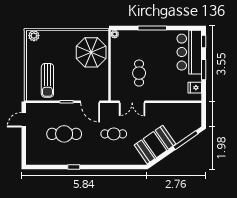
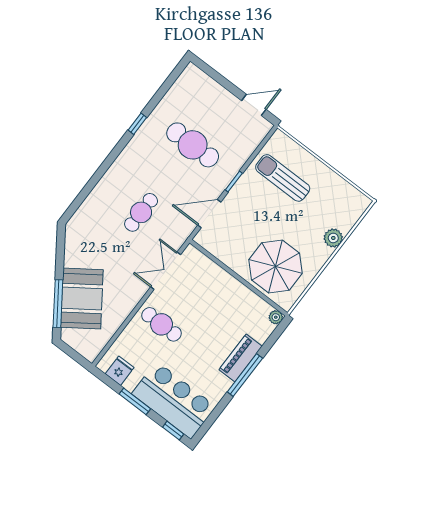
plant: (34, 36) -> (333, 238), moved
piano: (146, 36) -> (241, 358), added
cafe table: (139, 73) -> (162, 324), moved
door: (24, 120) -> (254, 105), hinge flipped
cafe table: (64, 134) -> (193, 145), turned 90
booth: (155, 145) -> (82, 298), moved

